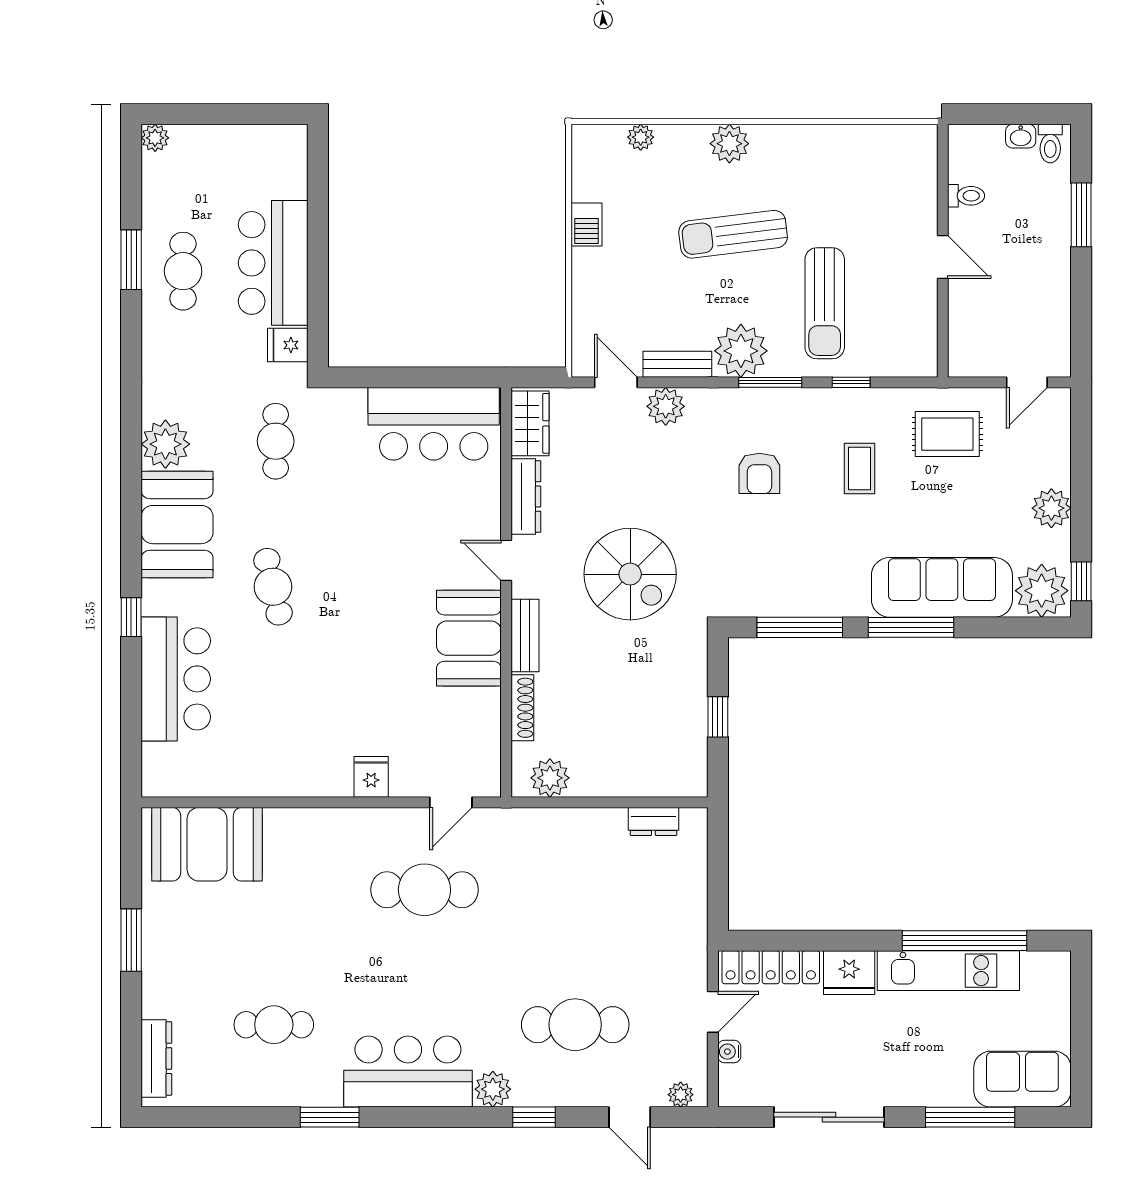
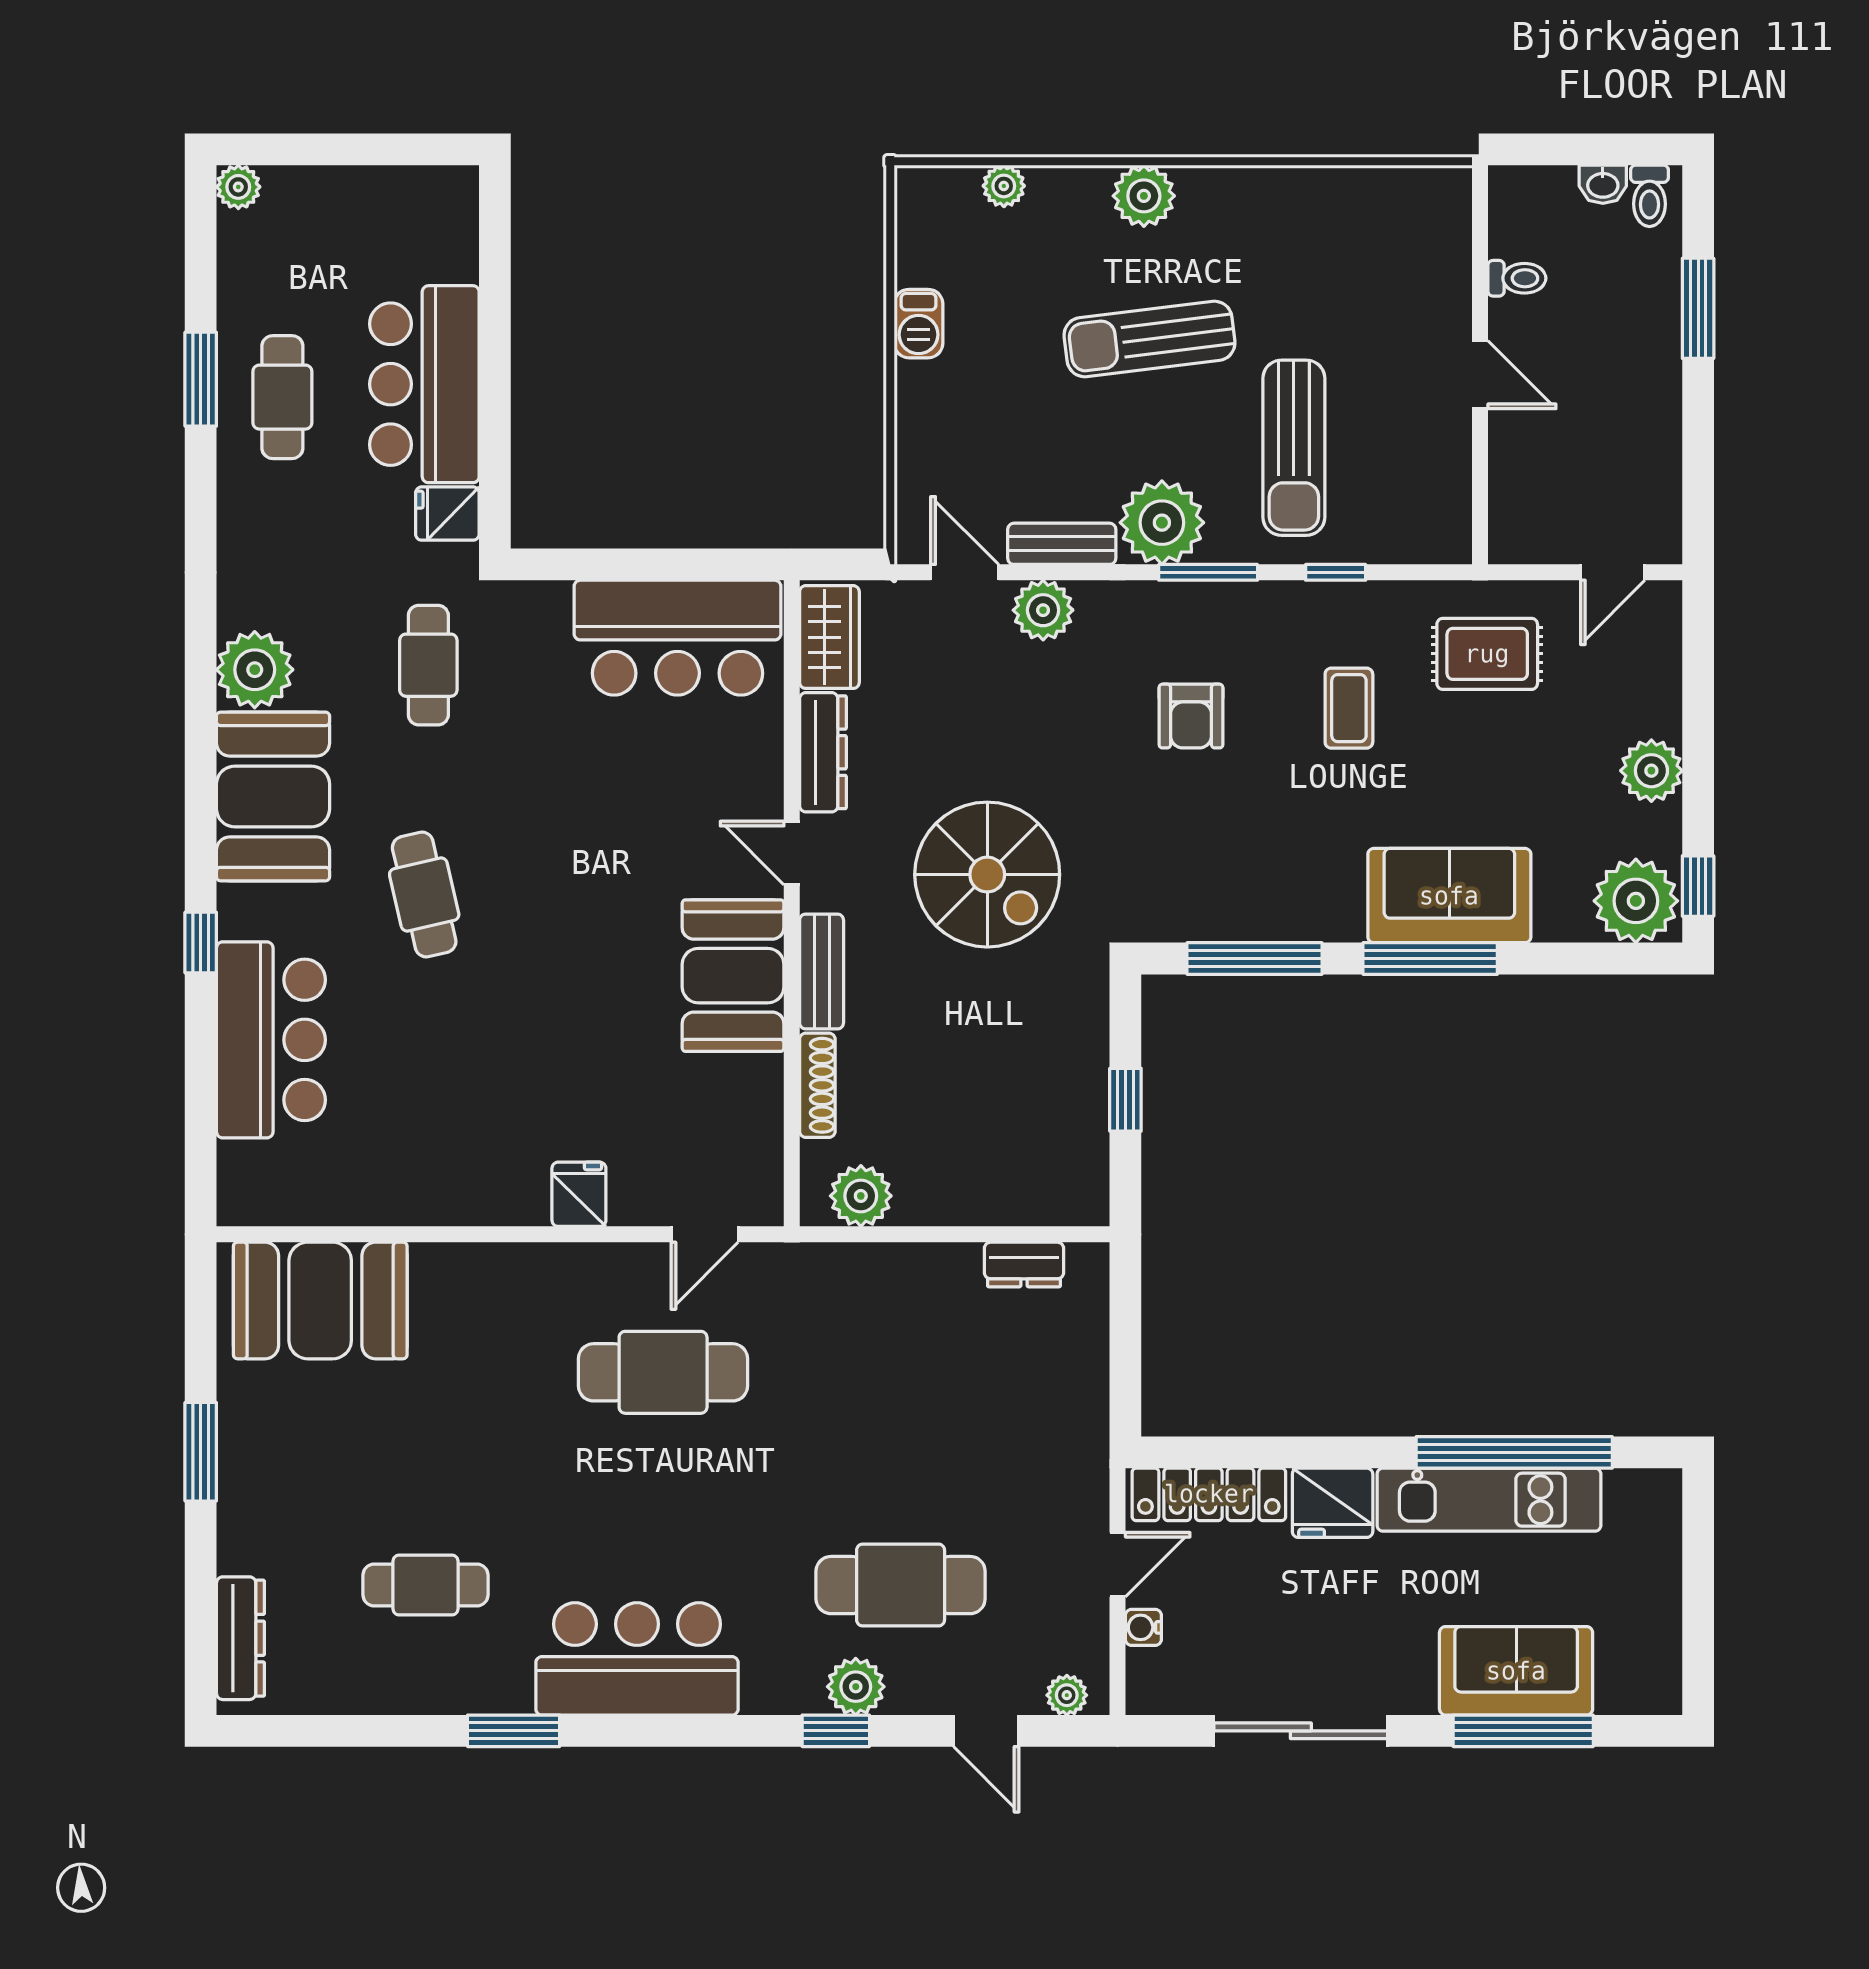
sofa: (942, 587) -> (1449, 896), width x0.73
sofa: (1022, 1079) -> (1516, 1671), moved
plant: (493, 1089) -> (856, 1687), moved

